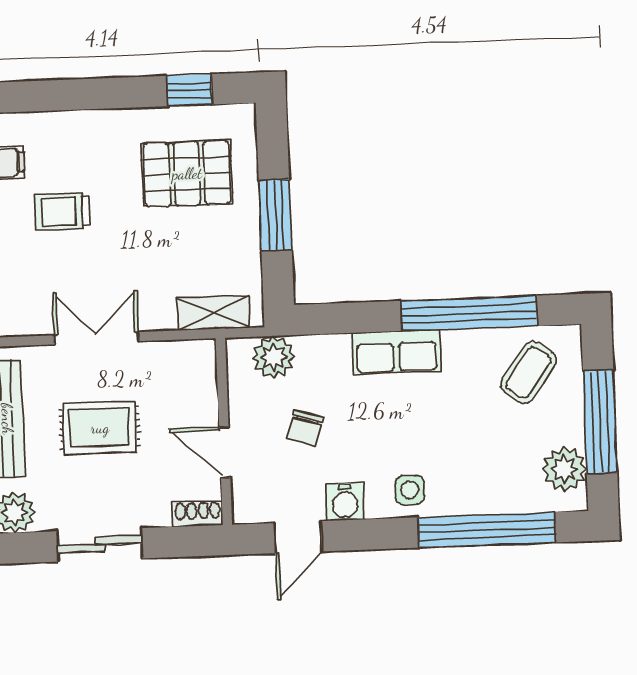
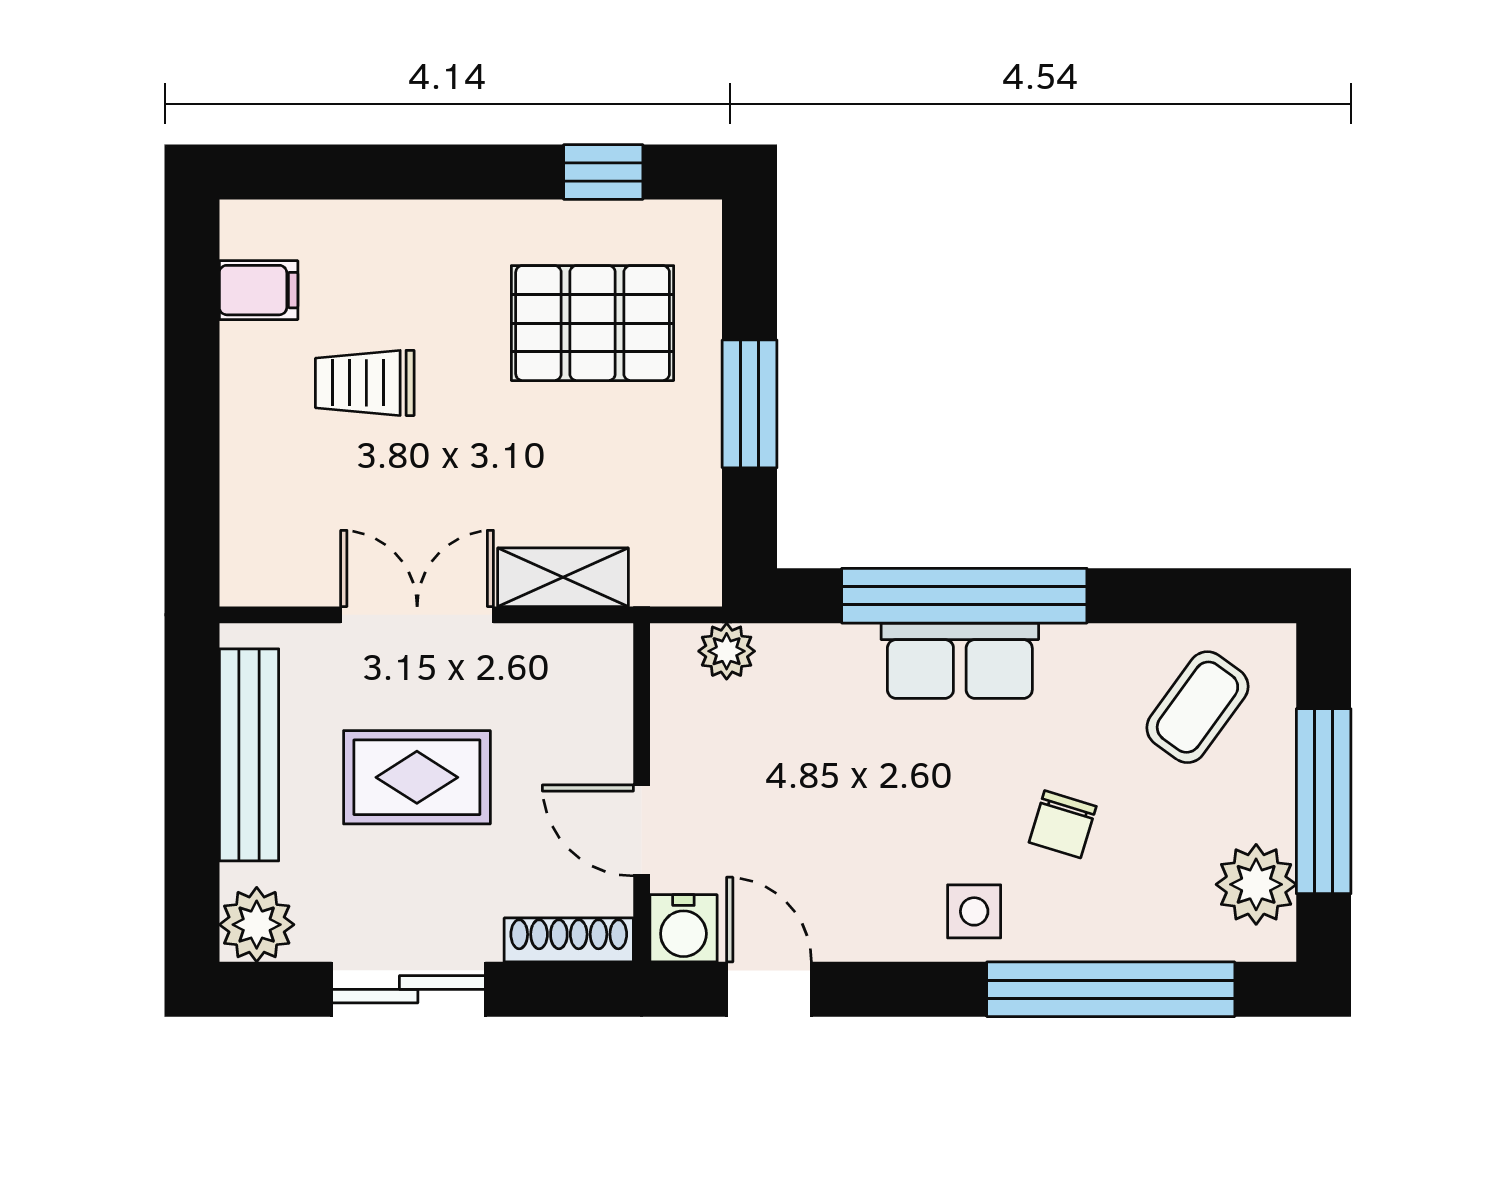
shelving: (214, 313) -> (563, 577), moved
window: (469, 313) -> (964, 596), moved
plant: (274, 357) -> (727, 651), width x0.73, depth x0.73
chair: (305, 428) -> (1063, 824), moved
water cooler: (345, 502) -> (683, 928), moved
shoe rack: (198, 514) -> (569, 940), width x1.43
door: (298, 537) -> (769, 989), swing flipped

